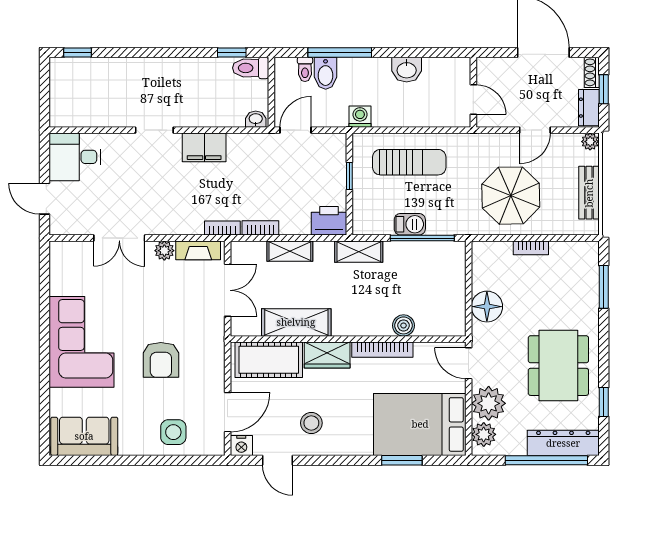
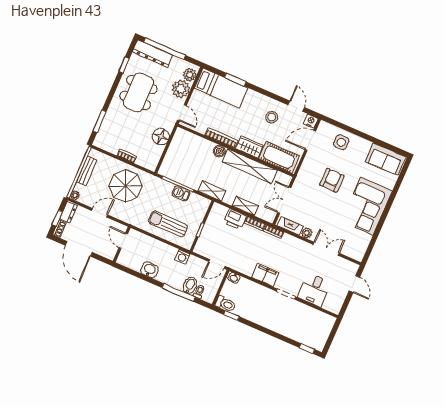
desk: (75, 157) -> (314, 290), moved, turned 90
printer: (329, 221) -> (235, 219), moved
shelving: (296, 322) -> (250, 166), width x1.47
boiler: (403, 325) -> (219, 151), moved
bed: (420, 424) -> (221, 88), width x0.67

